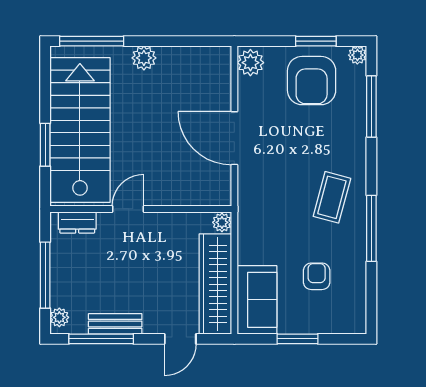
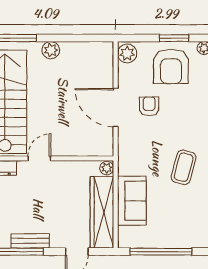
coffee table: (332, 197) -> (184, 167), moved
armchair: (317, 276) -> (149, 106), moved
sofa: (257, 300) -> (132, 201), moved
window: (297, 339) -> (161, 252), width x2.11

